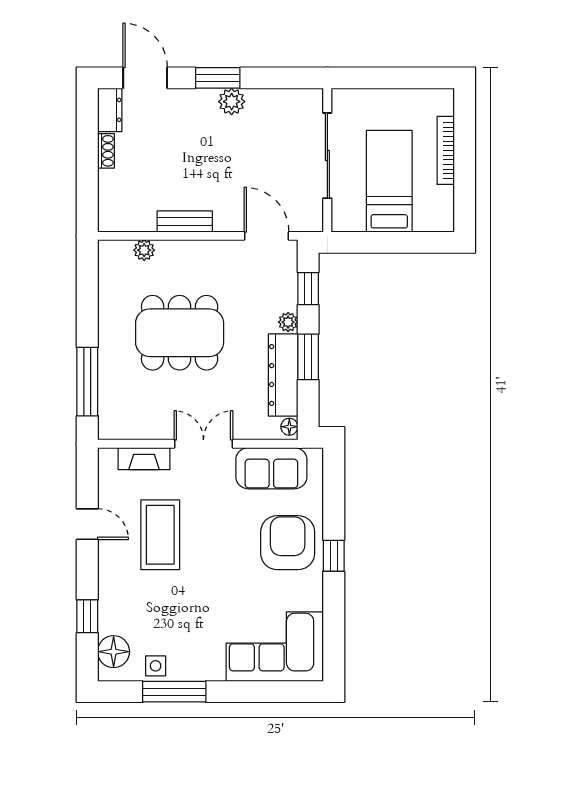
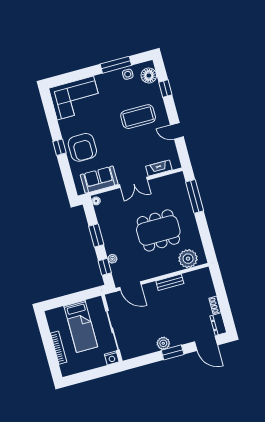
nightstand: (344, 100) -> (112, 358), added
plant: (144, 250) -> (188, 259), width x1.87, depth x1.87
plant: (288, 322) -> (112, 259), moved
dresser: (283, 375) -> (105, 224), removed
coffee table: (160, 535) -> (138, 117), moved, turned 90

